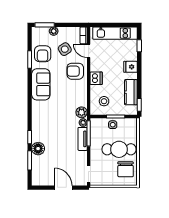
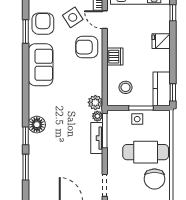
armchair: (43, 54) -> (43, 24), turned 180
kitchen counter: (131, 92) -> (162, 89), moved
floor lamp: (38, 149) -> (37, 125), moved

